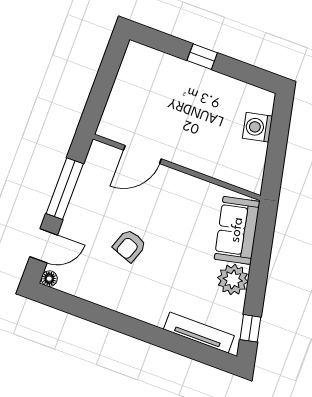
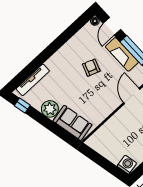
washing machine: (257, 127) -> (127, 165), moved
fireplace: (82, 206) -> (122, 54), added

